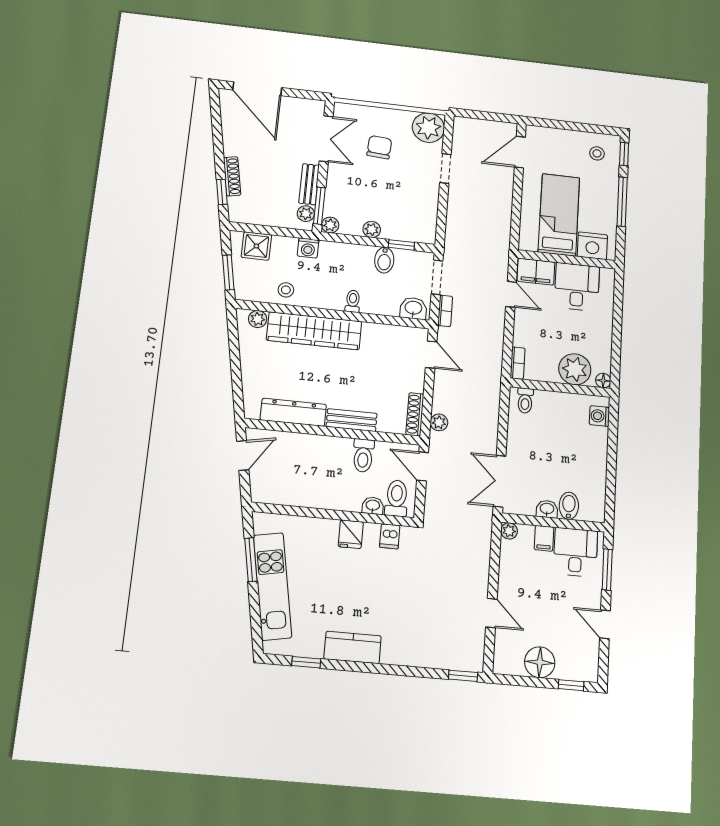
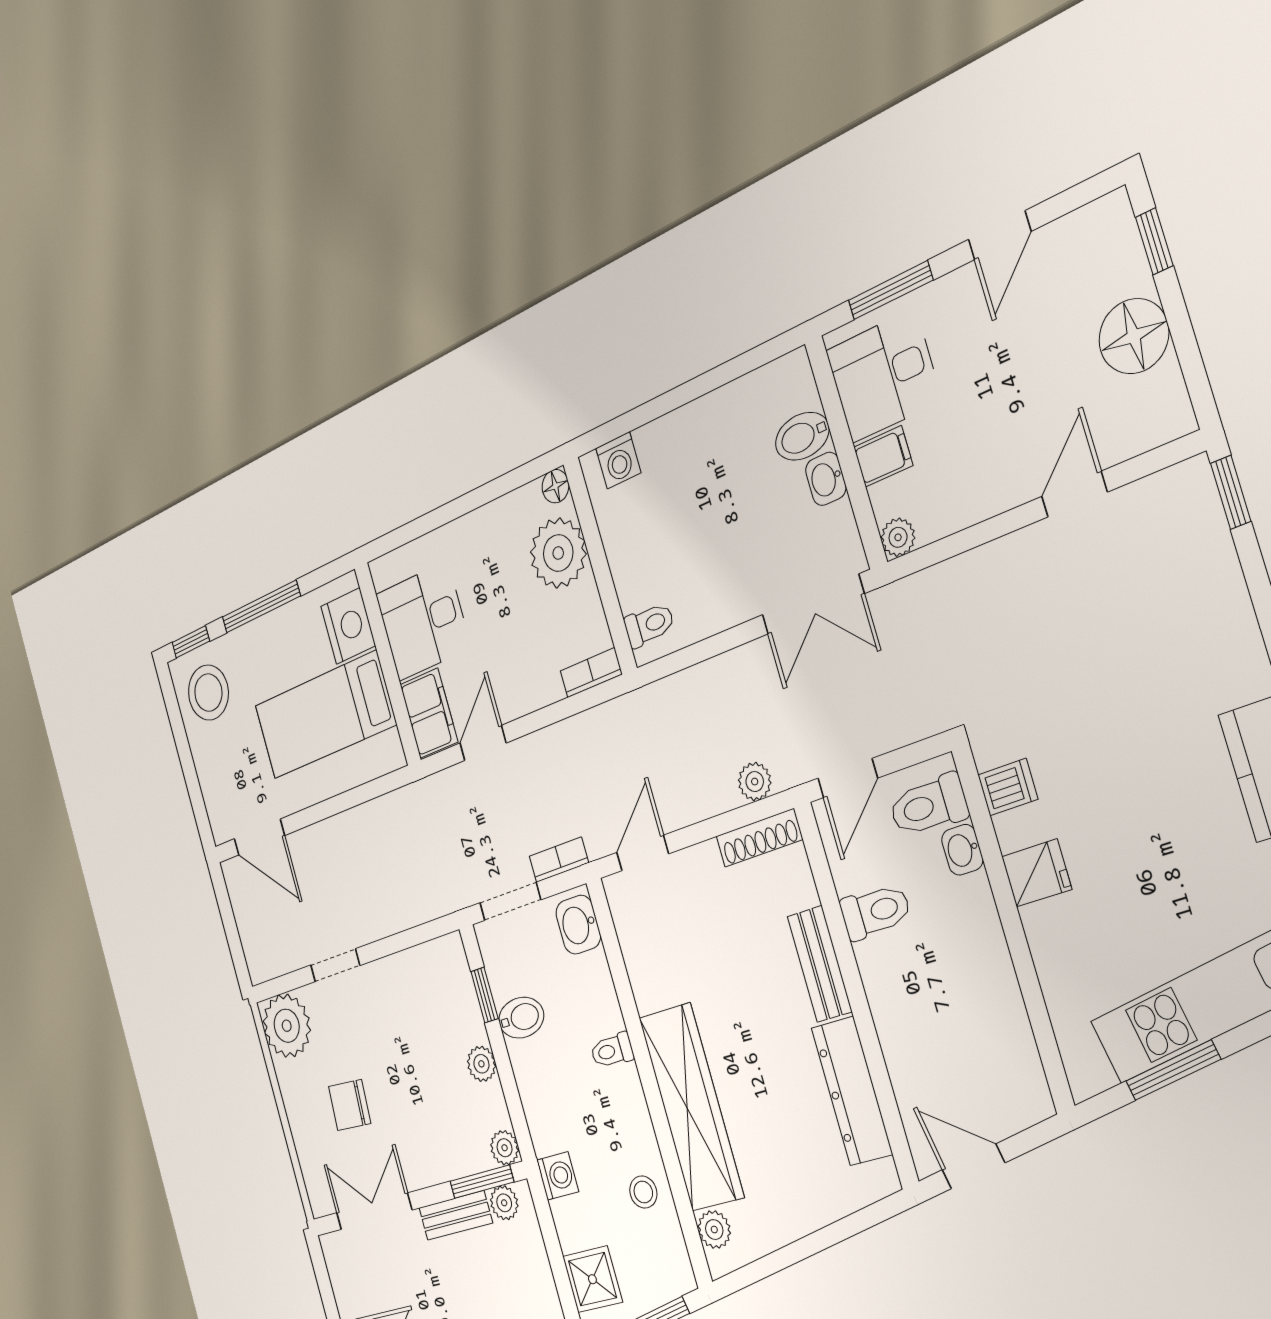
stool: (597, 153) -> (208, 693), width x1.89, depth x1.89

